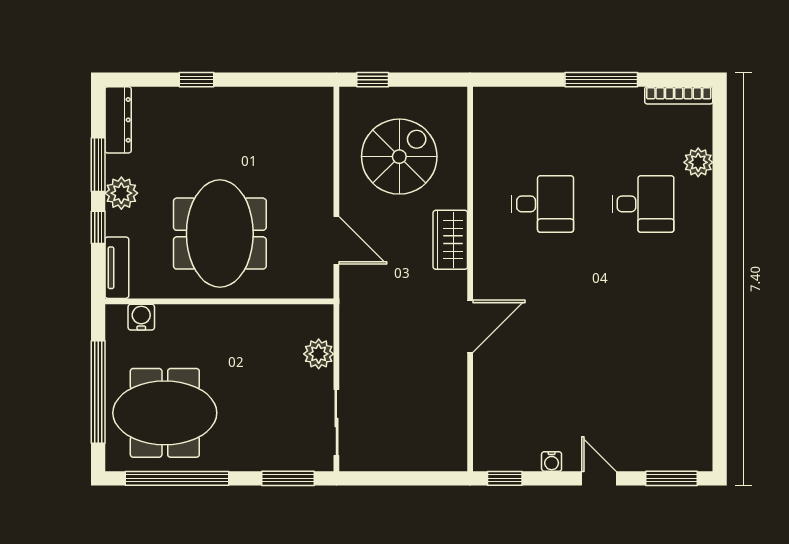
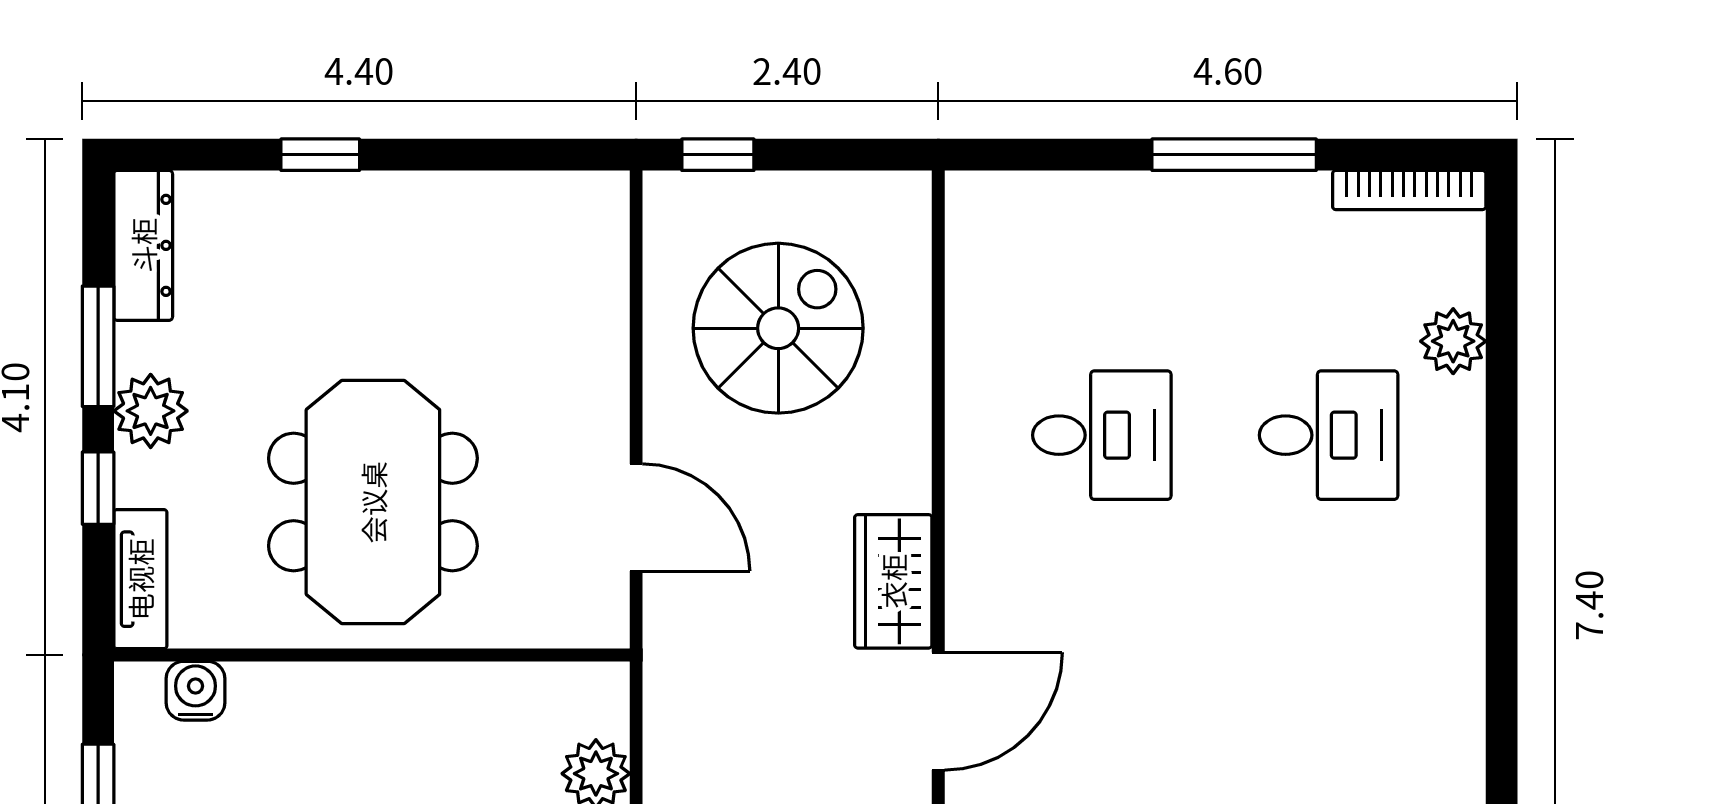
wardrobe: (450, 240) -> (893, 581), moved

